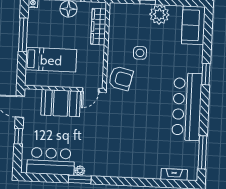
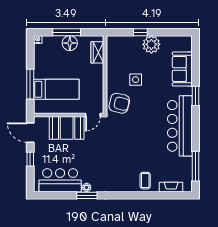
sofa: (193, 25) -> (182, 69), moved
wardrobe: (99, 27) -> (97, 52), width x0.67
window: (23, 35) -> (30, 84), moved
coffee table: (146, 166) -> (145, 181), added

